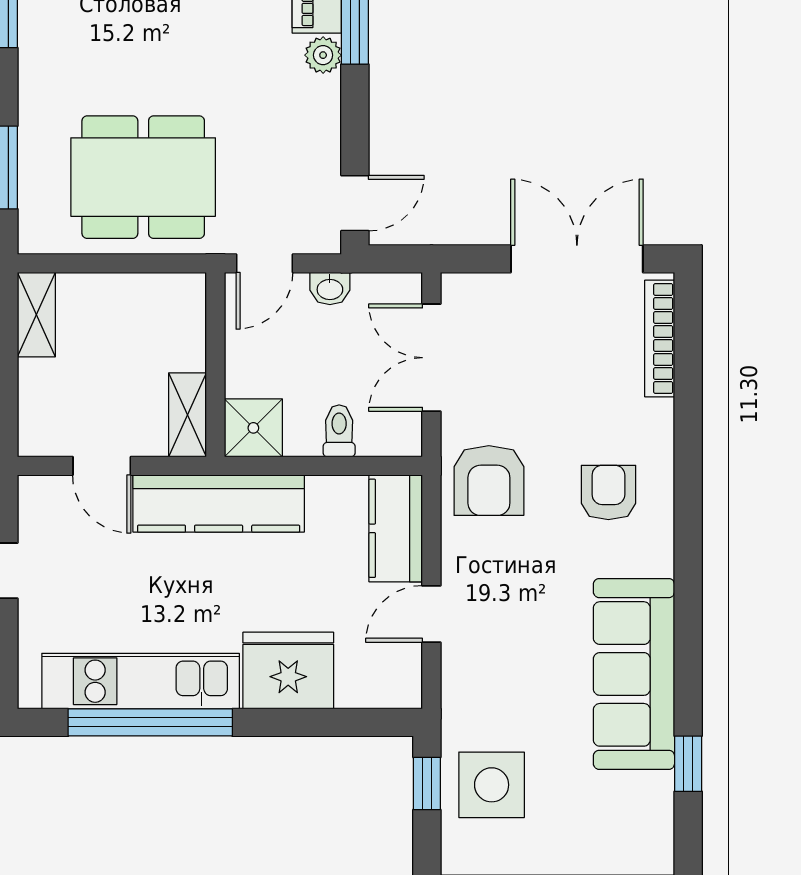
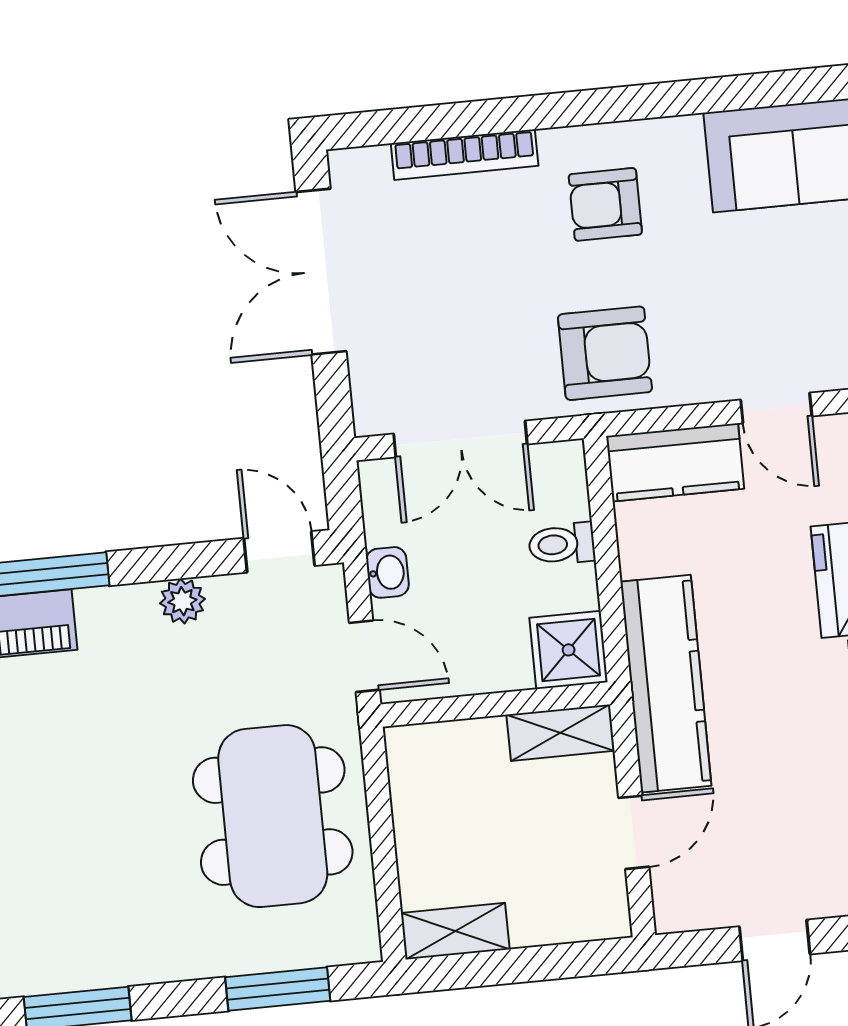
plant: (323, 55) -> (182, 601), moved
bookcase: (660, 338) -> (465, 155), moved

